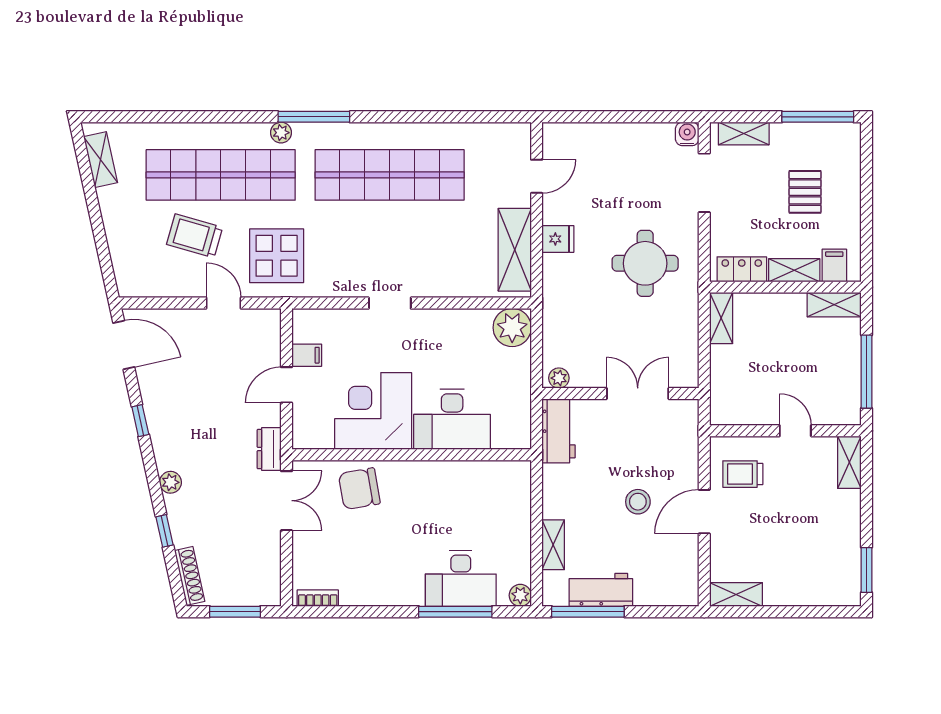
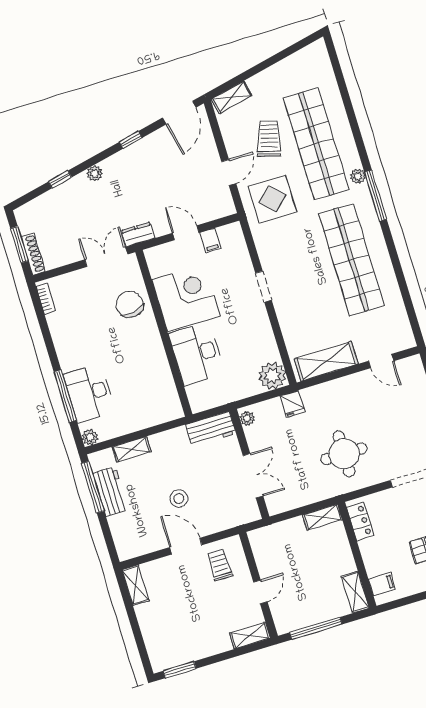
shelving: (100, 160) -> (232, 97), moved
fridge: (558, 239) -> (293, 404), moved
shelving: (794, 270) -> (370, 558), removed
double door: (287, 501) -> (106, 257), swing flipped
shoe rack: (190, 576) -> (33, 254), moved, turned -78

